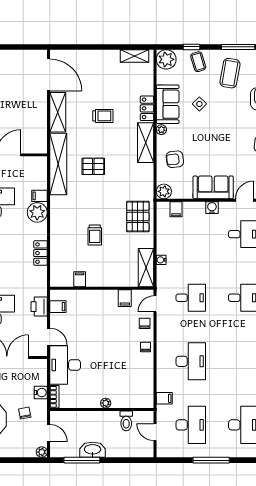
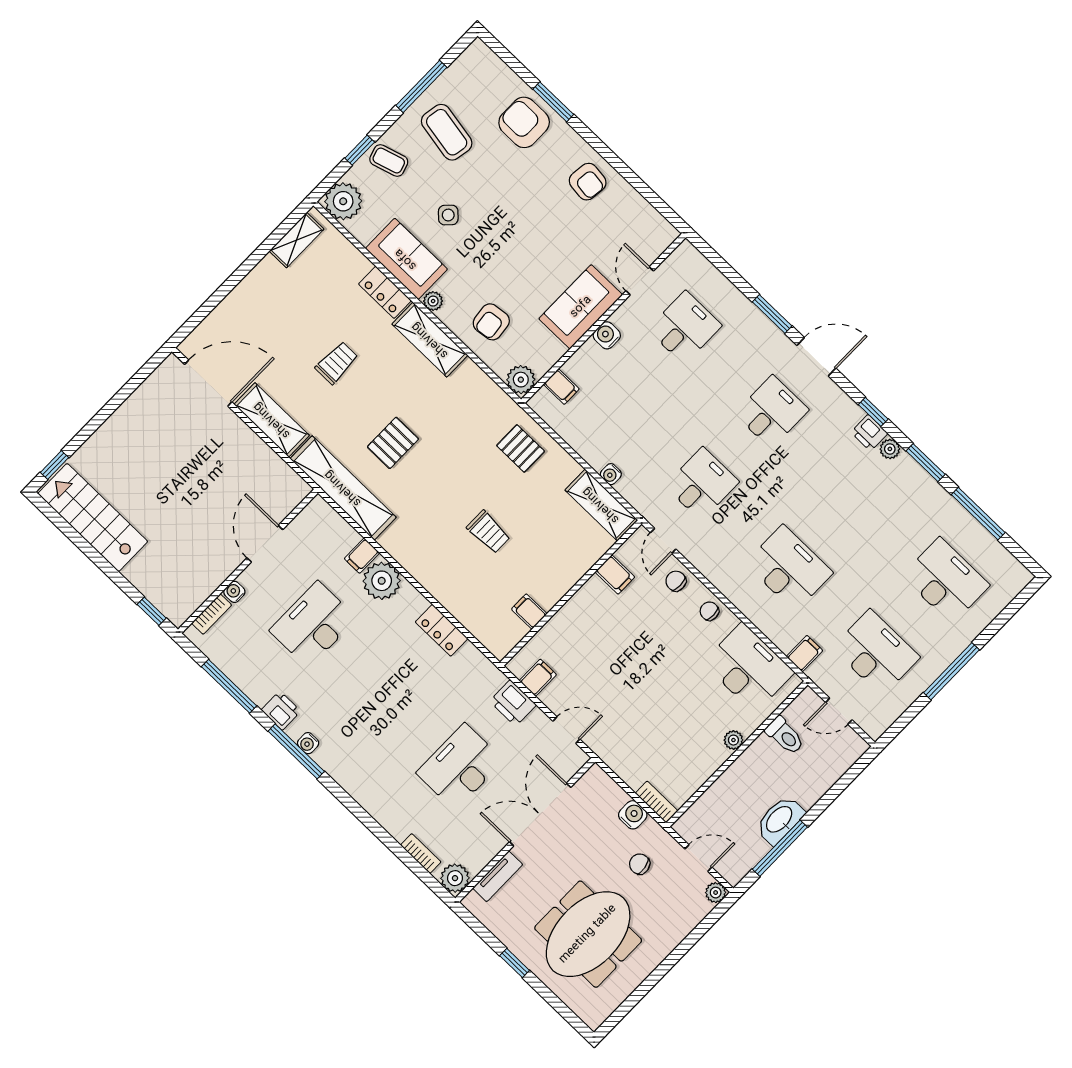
pallet: (138, 216) -> (521, 448), width x0.67, depth x0.71
desk: (65, 365) -> (748, 668), moved, turned 180

